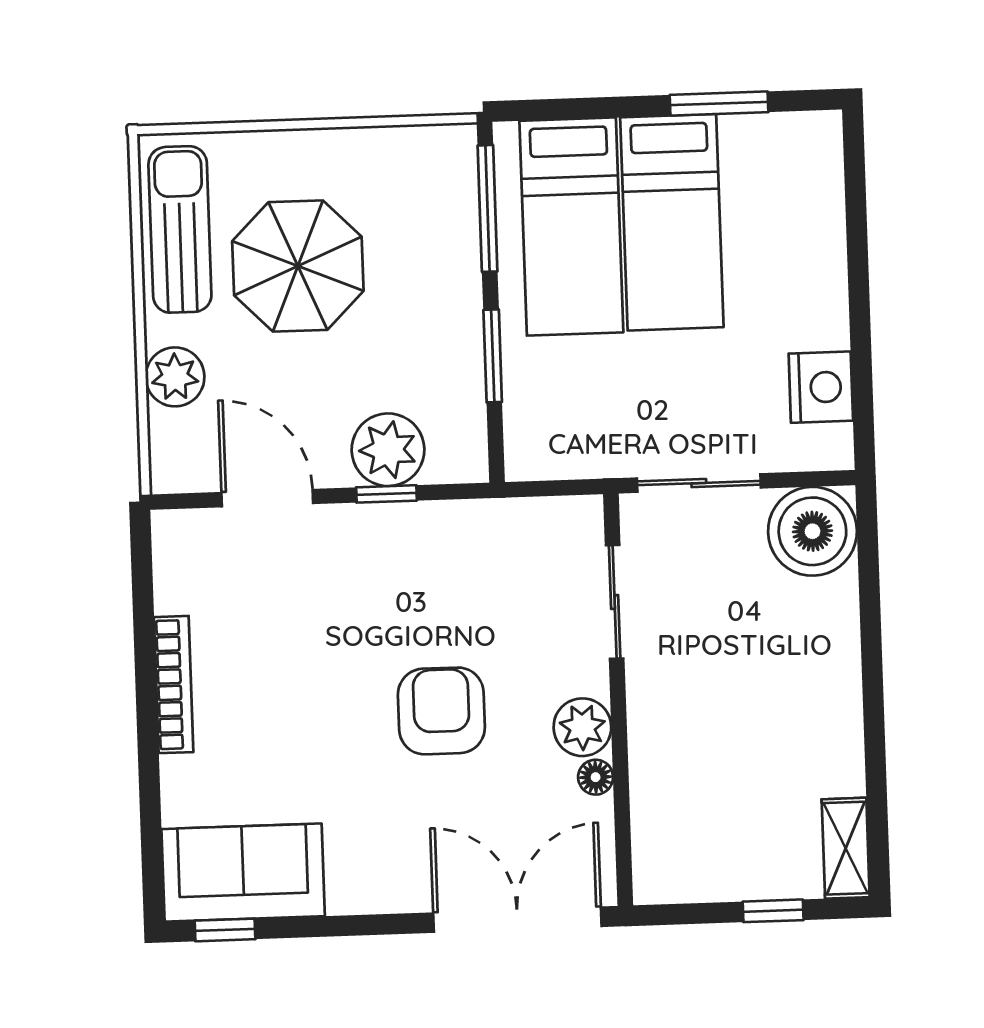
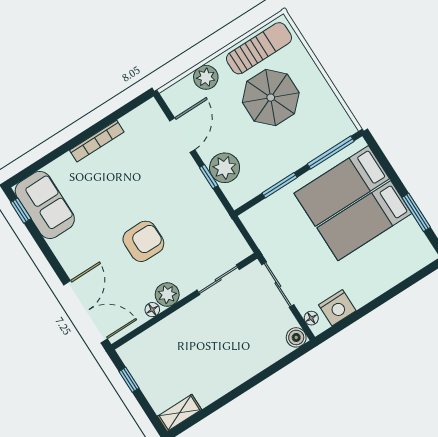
floor lamp: (810, 454) -> (311, 318), added
boiler: (812, 531) -> (296, 337), width x0.54, depth x0.54
window: (773, 911) -> (129, 380), moved

